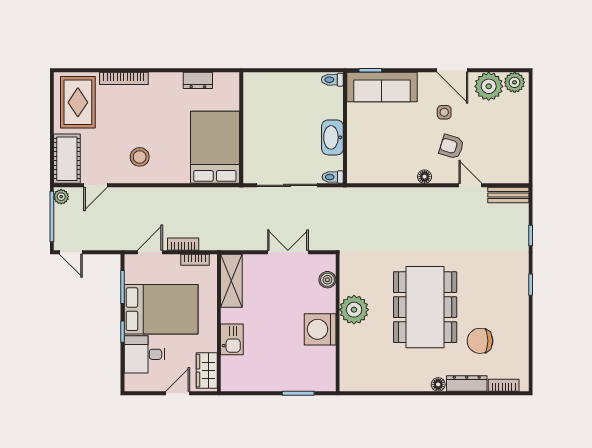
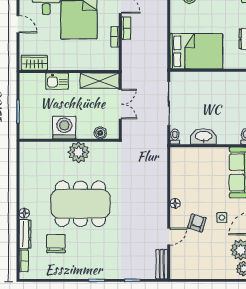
shelving: (231, 281) -> (100, 81), moved
wall: (219, 323) -> (69, 72), moved
kitchen sink: (232, 339) -> (57, 81), moved
wardrobe: (207, 371) -> (34, 63), moved

